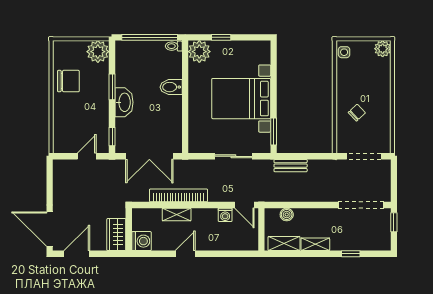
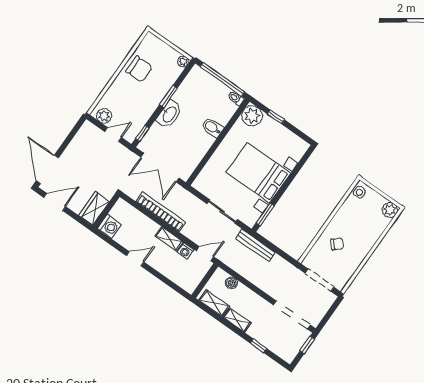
plant: (98, 52) -> (183, 61), width x0.53, depth x0.53
plant: (67, 145) -> (104, 116), added
bench: (291, 166) -> (256, 245), width x1.36
door: (244, 205) -> (205, 254), swing flipped
shelving: (177, 214) -> (169, 239), moved

